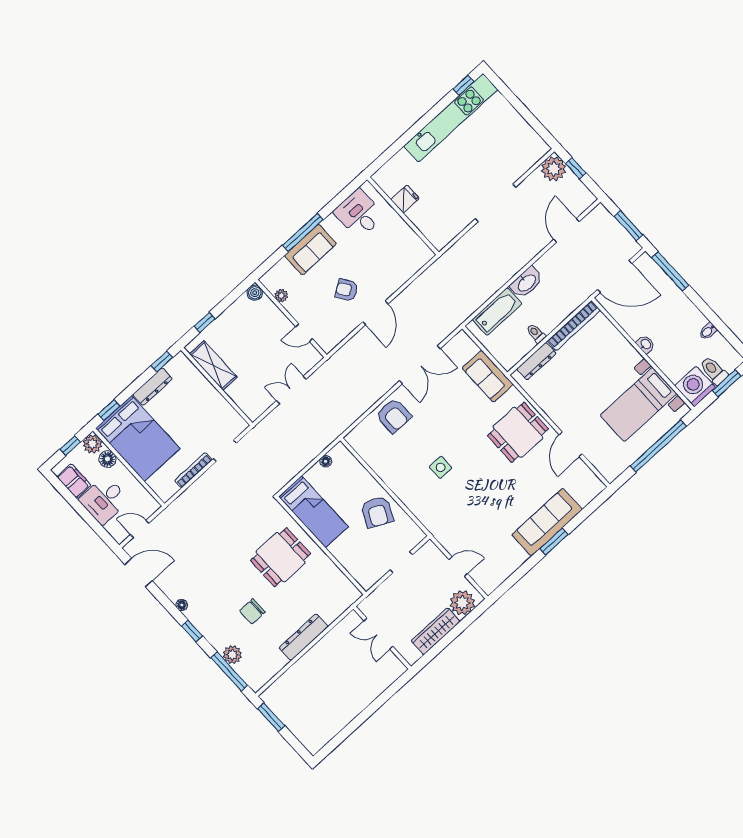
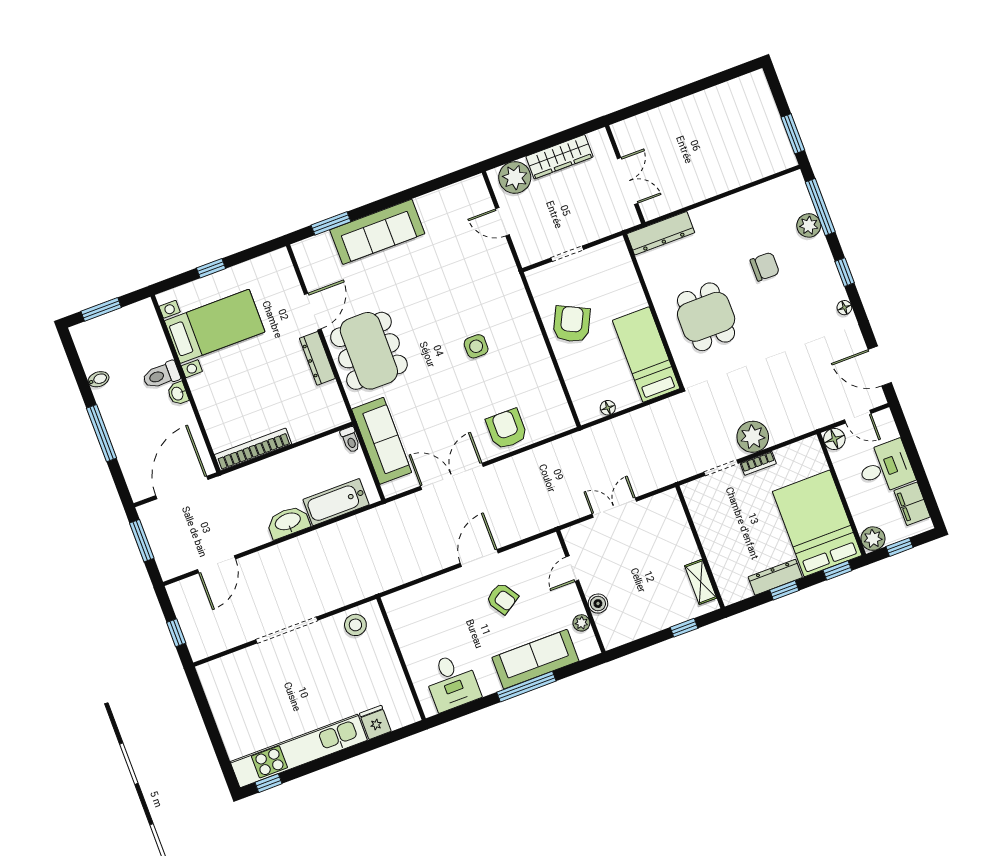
plant: (554, 169) -> (753, 437), moved
fridge: (405, 199) -> (375, 722), moved, turned 90
stool: (446, 227) -> (355, 625), added
sofa: (310, 250) -> (535, 659), width x1.36
window: (670, 271) -> (102, 433), moved
door: (615, 276) -> (182, 487), hinge flipped
boiler: (255, 293) -> (598, 604), moved
door: (304, 333) -> (572, 569), swing flipped
toilet: (536, 333) -> (350, 440), moved
dresser: (536, 361) -> (317, 358), moved, turned -90
window: (162, 362) -> (784, 590), moved
shelving: (213, 365) -> (701, 582), width x0.67, depth x0.75
toilet: (714, 371) -> (161, 375), moved, turned 90
sofa: (488, 376) -> (382, 441), width x1.36
washing machine: (695, 387) -> (140, 320), removed
double door: (291, 390) -> (614, 508), swing flipped
dining table: (518, 432) -> (369, 351), width x1.38
window: (658, 446) -> (211, 268), width x0.32
floor lamp: (107, 459) -> (834, 439), moved
bookcase: (193, 470) -> (758, 463), width x0.64
window: (554, 542) -> (331, 223), moved
dining table: (281, 557) -> (706, 317), turned 90
dresser: (304, 637) -> (661, 233), moved

